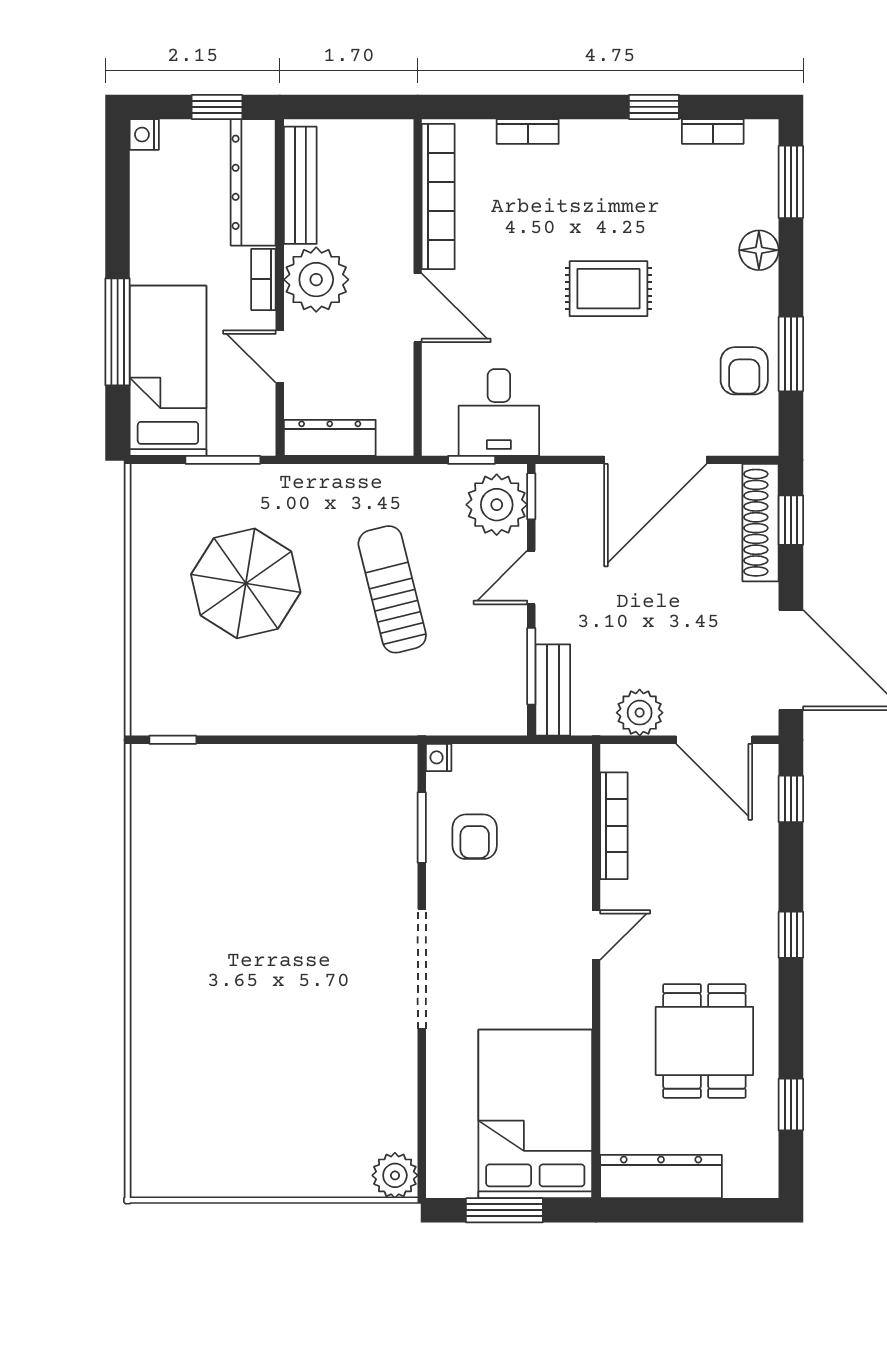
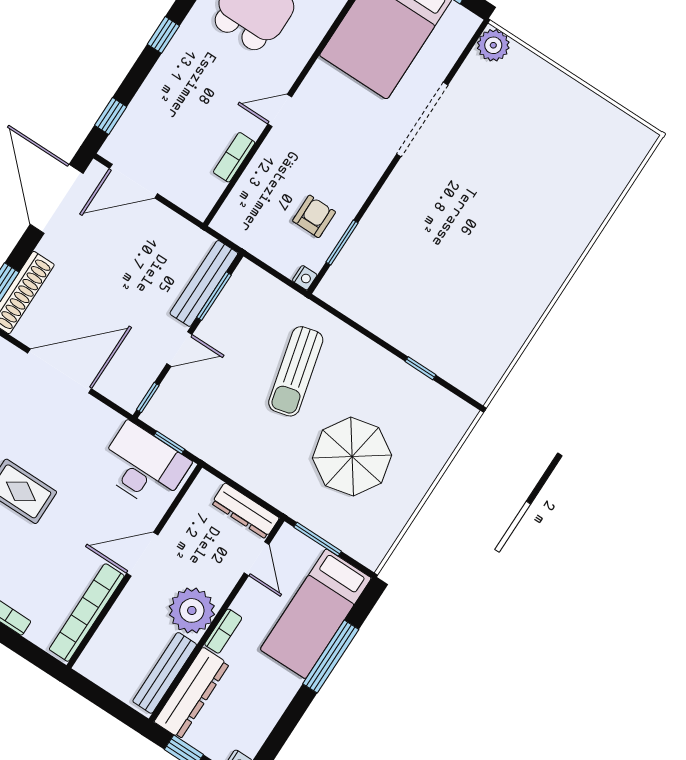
door: (418, 308) -> (142, 554), hinge flipped
door: (280, 356) -> (257, 559), moved
desk: (499, 412) -> (143, 466), width x1.37
plant: (497, 505) -> (172, 406), removed
sun lounger: (392, 589) -> (296, 371), moved
bench: (553, 690) -> (204, 283), width x1.36
plant: (640, 713) -> (167, 226), removed
window: (173, 740) -> (420, 368), moved
door: (714, 740) -> (133, 181), swing flipped
bookcase: (614, 826) -> (234, 157), width x0.64
doorway: (422, 969) -> (422, 119), moved

